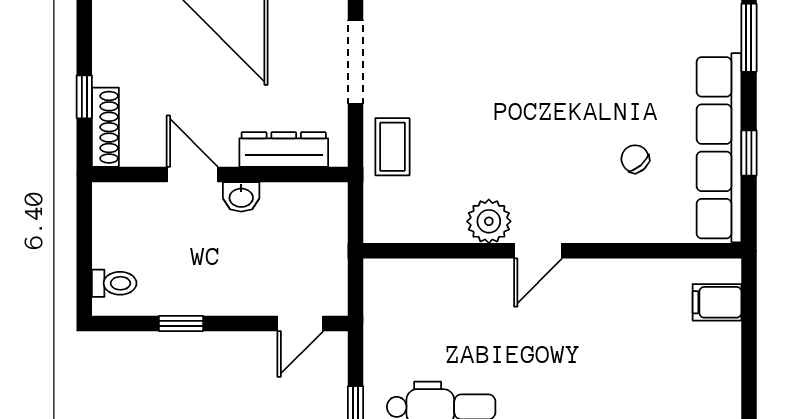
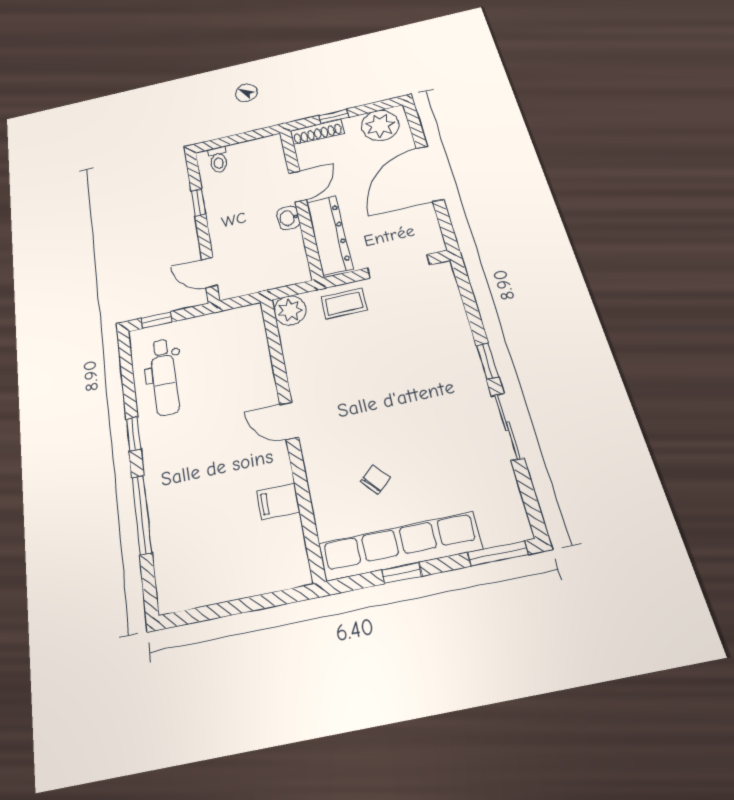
plant: (120, 33) -> (380, 125), added
dresser: (284, 149) -> (329, 235), width x1.37, depth x1.24
plant: (489, 221) -> (290, 310), moved
filing cabinet: (717, 302) -> (278, 501), moved, turned -90

